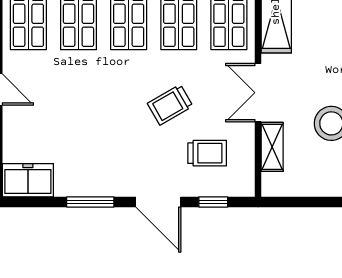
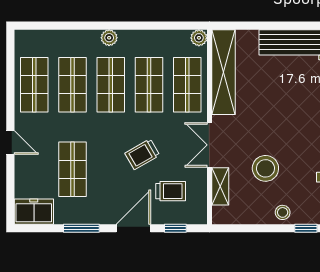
shop shelf: (79, 125) -> (72, 169), added
door: (158, 202) -> (133, 228), swing flipped

